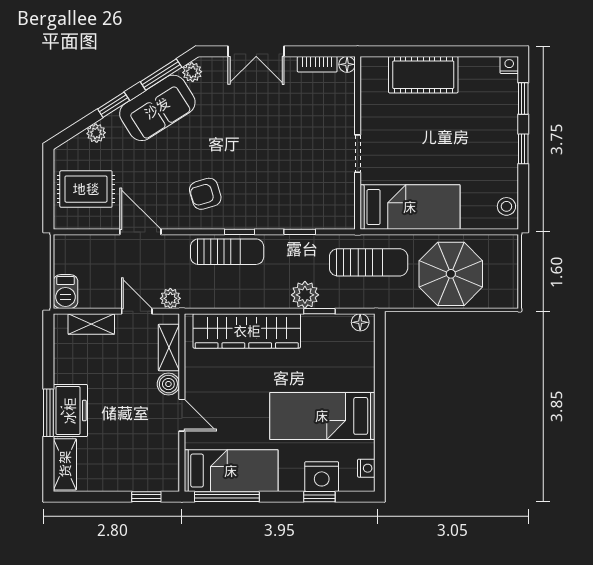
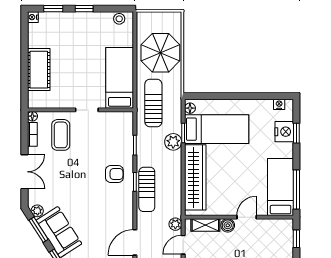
coffee table: (316, 111) -> (61, 135), added
armchair: (205, 194) -> (114, 174), moved, turned -74
sun lounger: (227, 252) -> (147, 189), turned 180
bed: (322, 416) -> (217, 129), moved, turned -90

